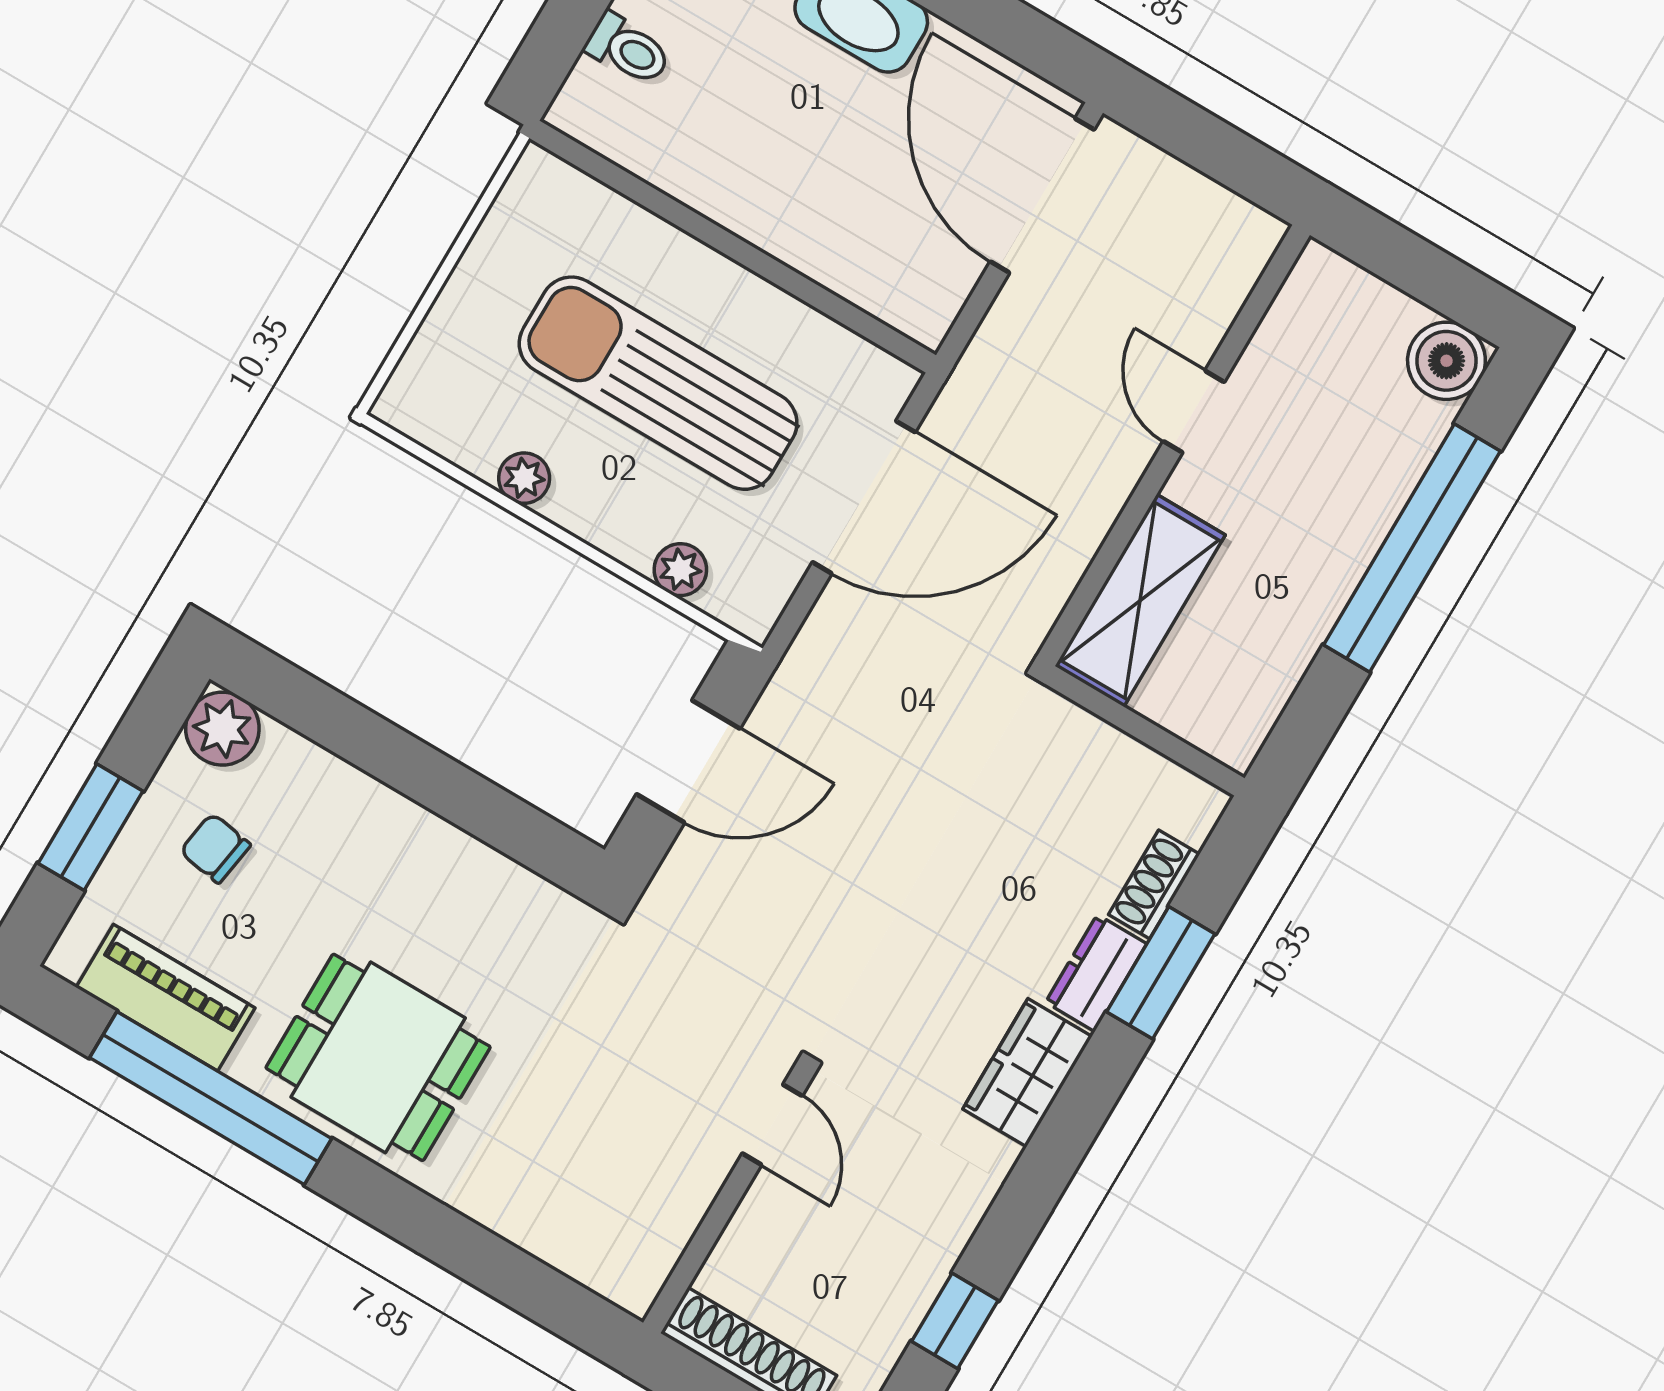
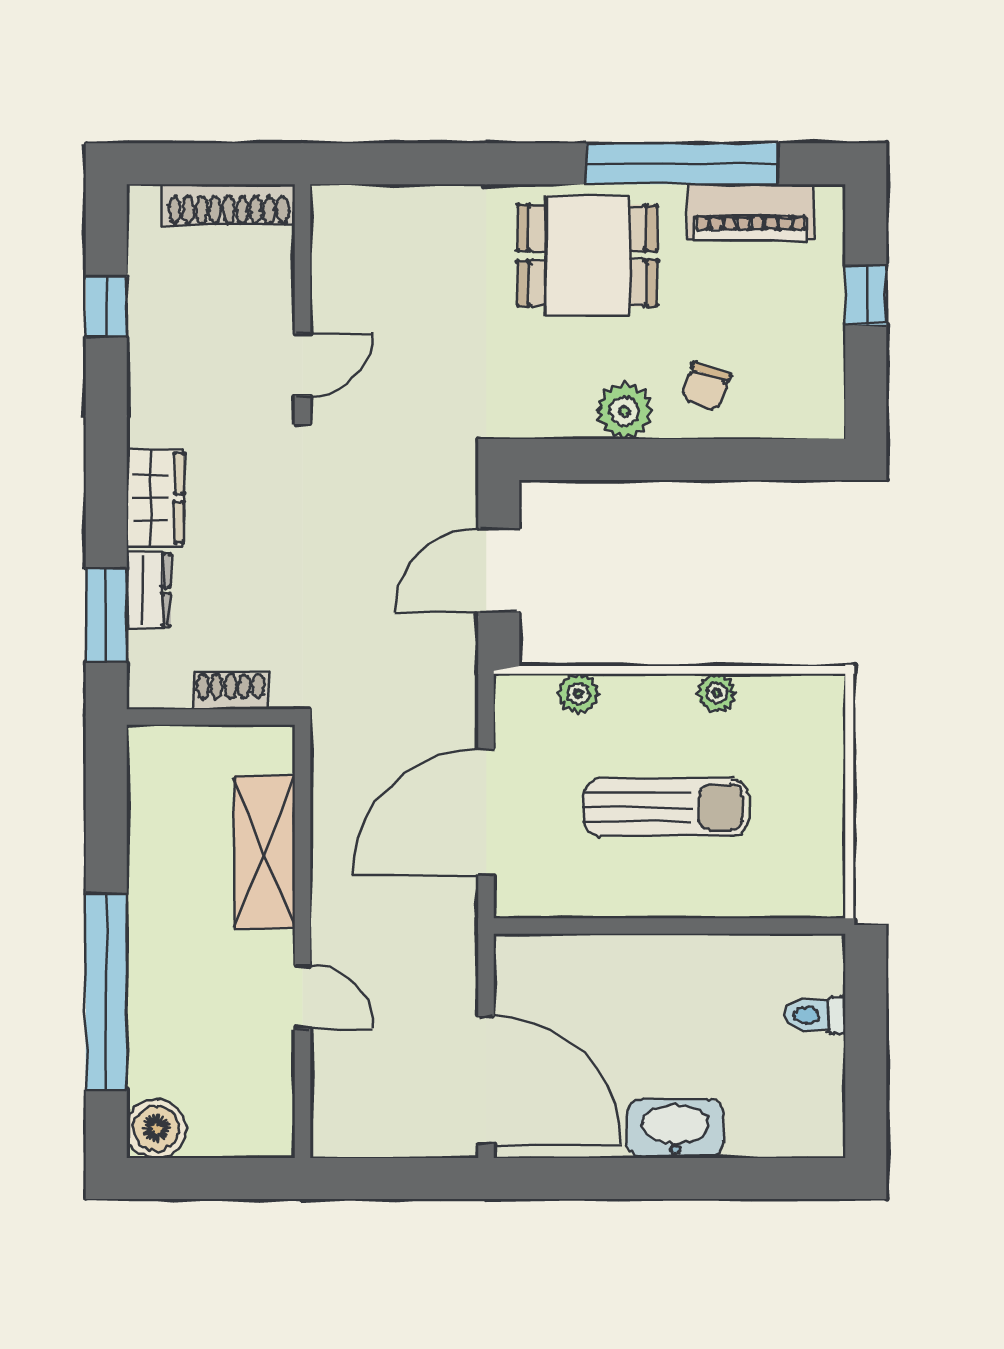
sun lounger: (658, 383) -> (665, 807), width x0.73, depth x0.75
plant: (222, 729) -> (624, 411), moved
wall: (1145, 731) -> (211, 717), moved
window: (91, 827) -> (866, 295), width x0.67
chair: (215, 848) -> (706, 386), moved, turned 100
shoe rack: (1154, 884) -> (231, 691), moved, turned -90
door: (772, 1125) -> (302, 365), swing flipped

